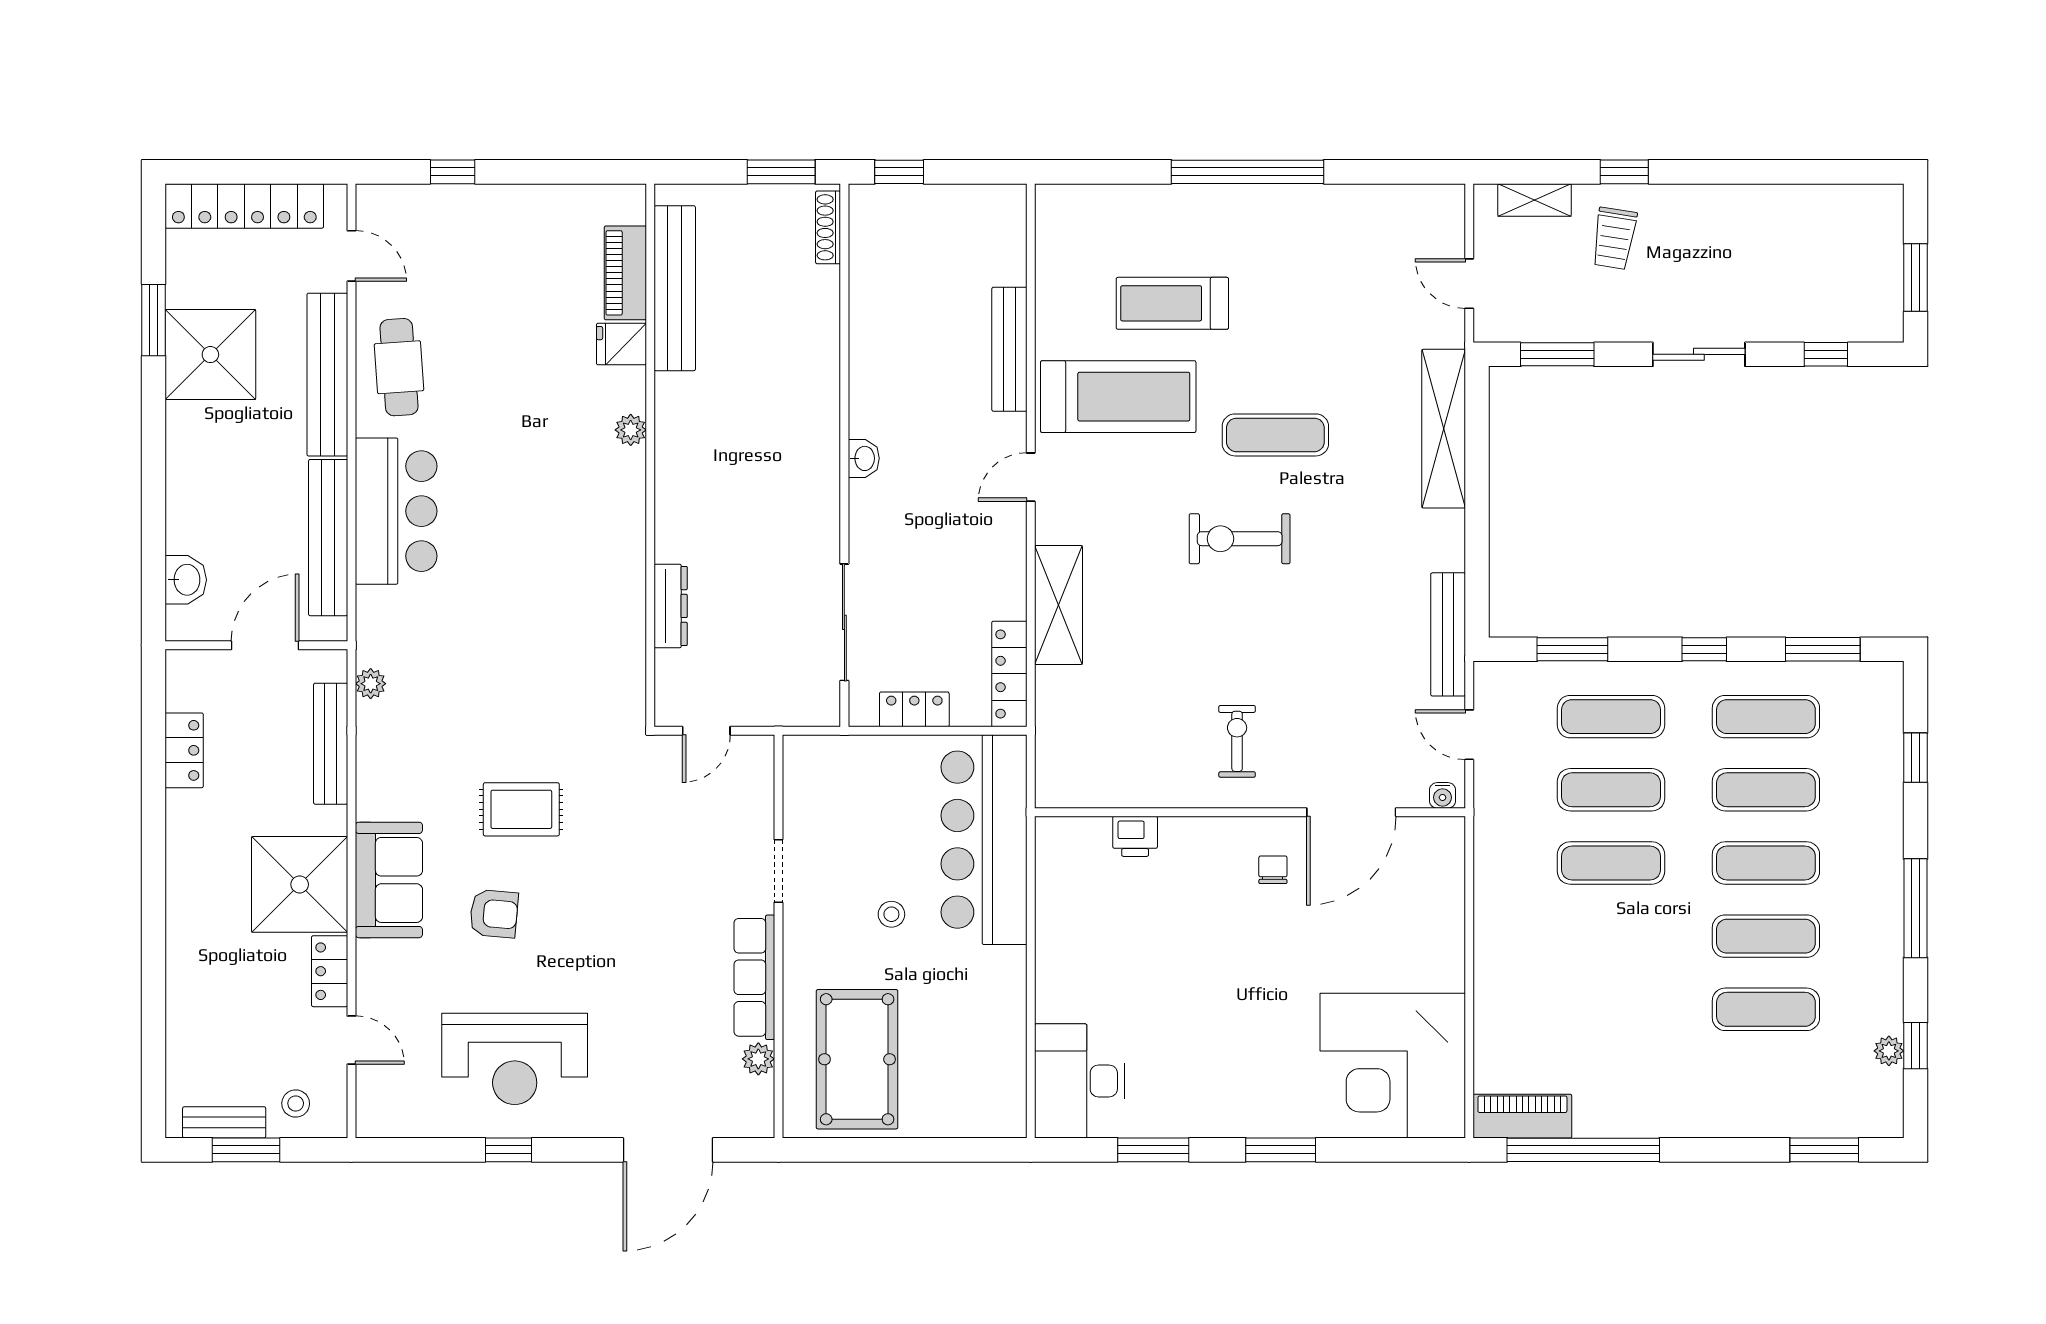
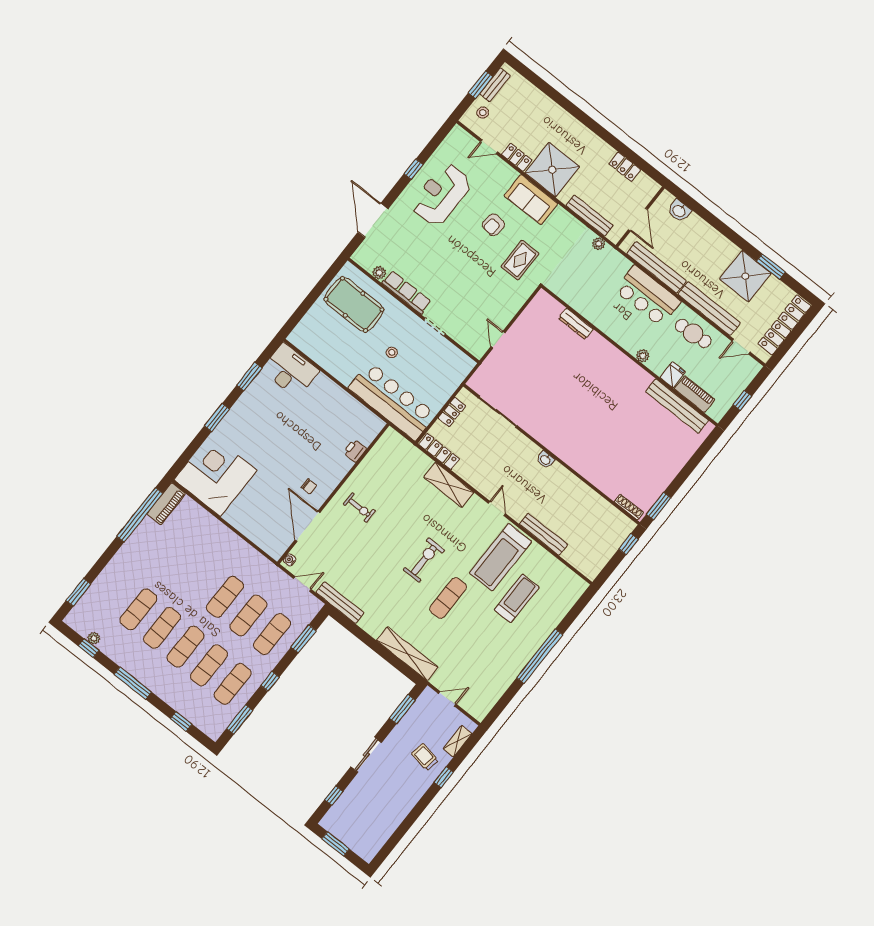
piano: (625, 273) -> (695, 394), moved
bench: (675, 288) -> (677, 406), moved
fridge: (621, 344) -> (673, 375), moved
plant: (631, 430) -> (643, 356), moved
wall: (650, 455) -> (630, 356), moved
dresser: (671, 606) -> (576, 324), moved

